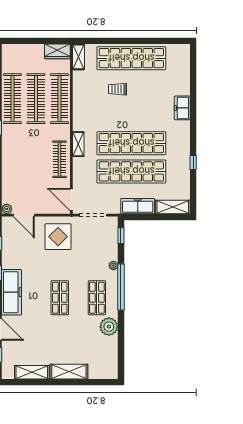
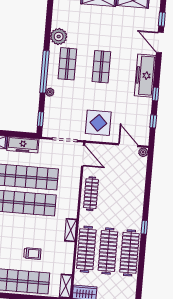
shelving: (78, 144) -> (71, 230), moved

